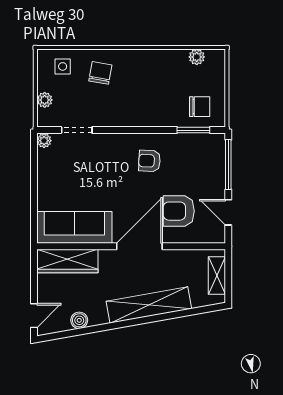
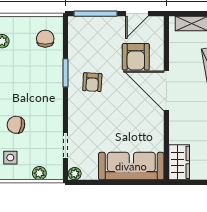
window: (193, 130) -> (65, 73), moved
sofa: (74, 227) -> (131, 166), moved, turned 90
wardrobe: (67, 261) -> (179, 162), width x0.67

